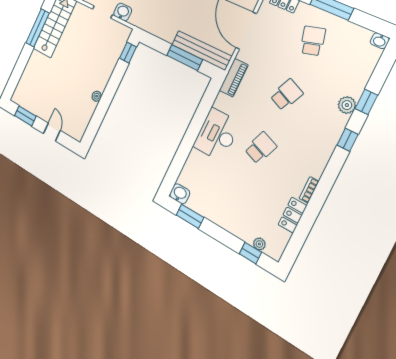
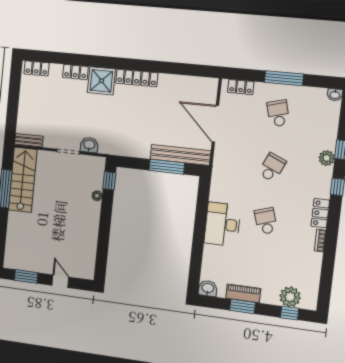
piano: (234, 78) -> (243, 293), moved, turned -90
plant: (97, 96) -> (97, 196), moved
school desk: (261, 148) -> (266, 221), turned -39
locker: (292, 215) -> (320, 213), moved
window: (190, 216) -> (242, 306), moved
plant: (259, 244) -> (290, 297), width x1.88, depth x1.88

